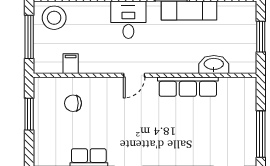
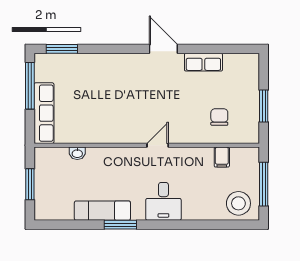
washbasin: (214, 64) -> (77, 153), width x0.52, depth x0.69
row of seats: (188, 87) -> (44, 113), moved, turned 90
chair: (73, 103) -> (219, 117), turned -90

